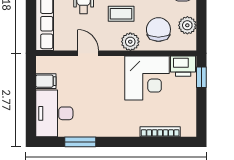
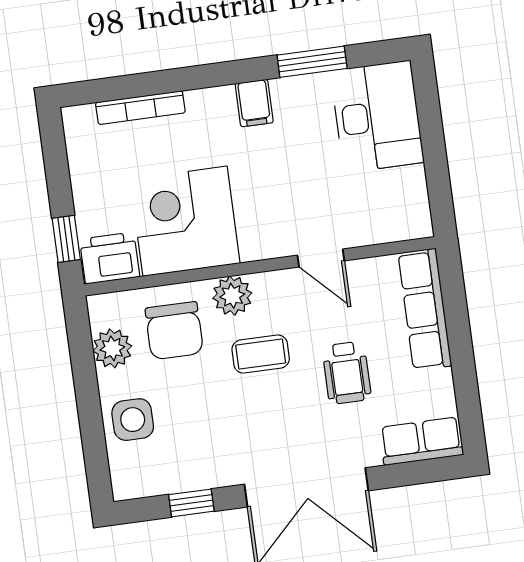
filing cabinet: (46, 81) -> (254, 103), moved, turned -90

